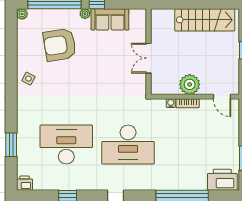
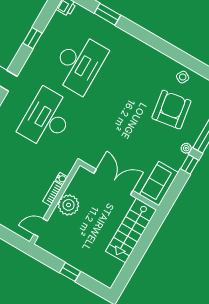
sofa: (110, 19) -> (159, 183), moved
stairs: (205, 20) -> (131, 230), moved
double door: (149, 58) -> (113, 182), width x1.37
side table: (28, 79) -> (183, 77), moved

